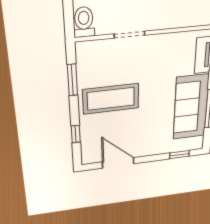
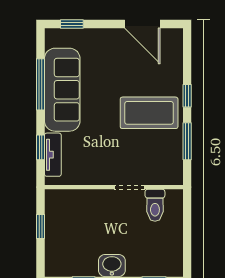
toilet: (84, 22) -> (155, 205), moved
window: (76, 134) -> (187, 96), moved

